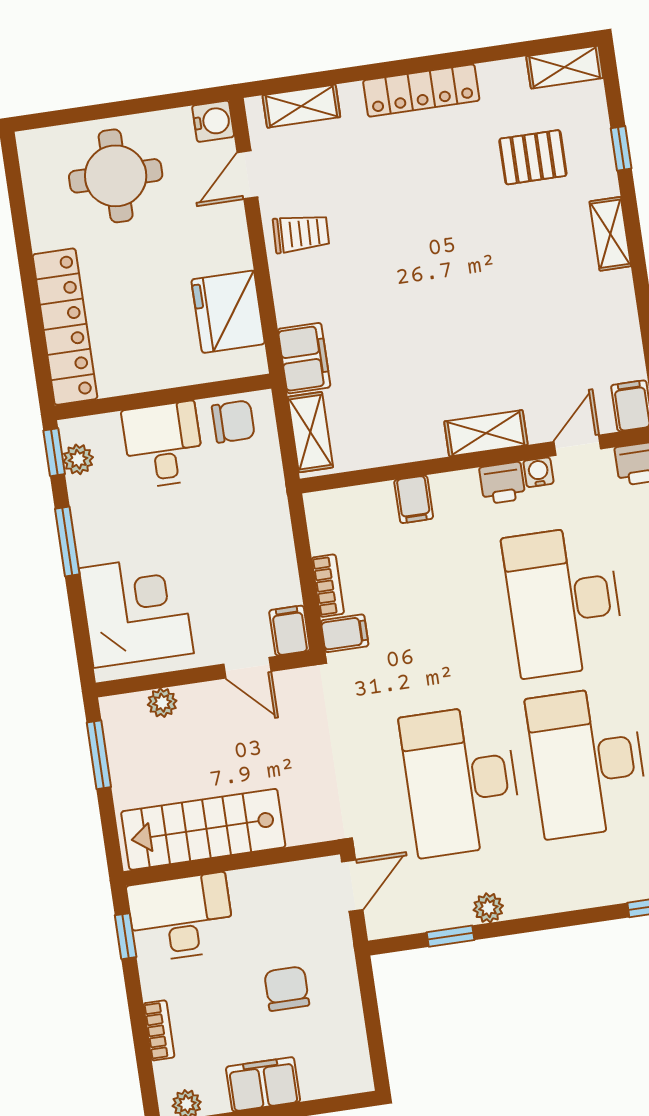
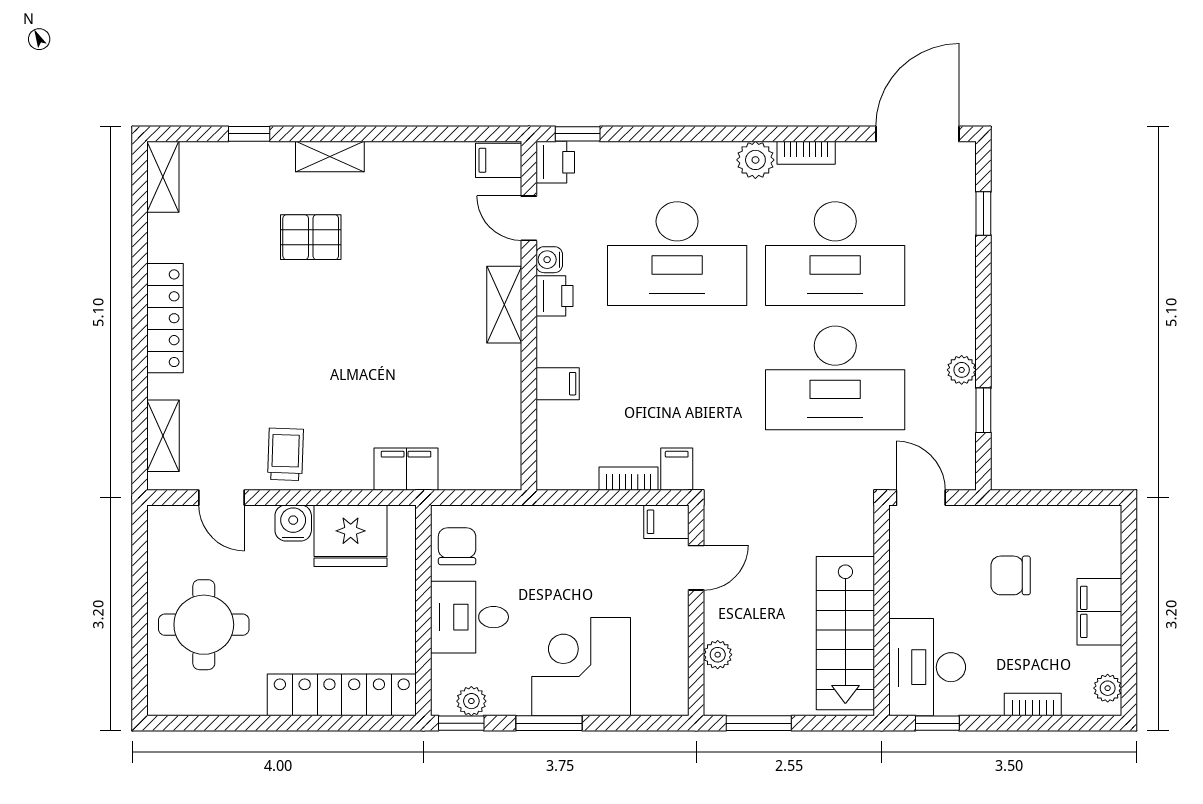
water cooler: (213, 121) -> (293, 523), moved
pallet: (533, 157) -> (311, 237), moved, turned 90
shelving: (310, 432) -> (478, 474), removed
corner desk: (136, 611) -> (581, 667), moved

